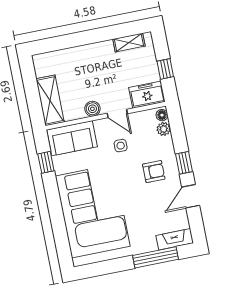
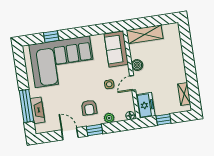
plant: (164, 129) -> (109, 118), moved
window: (46, 162) -> (51, 37), moved
fireplace: (175, 239) -> (37, 110), moved

